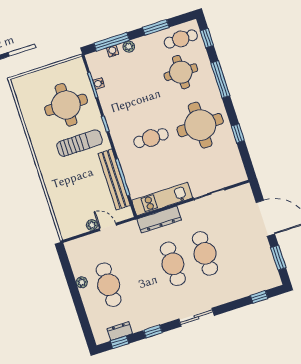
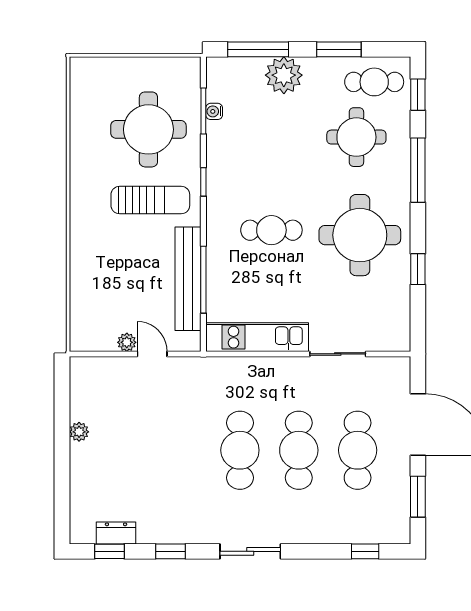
plant: (129, 47) -> (284, 75), width x1.88, depth x1.88
water cooler: (113, 51) -> (255, 65), removed
dresser: (159, 220) -> (241, 369), removed
cafe table: (109, 285) -> (358, 450), moved

